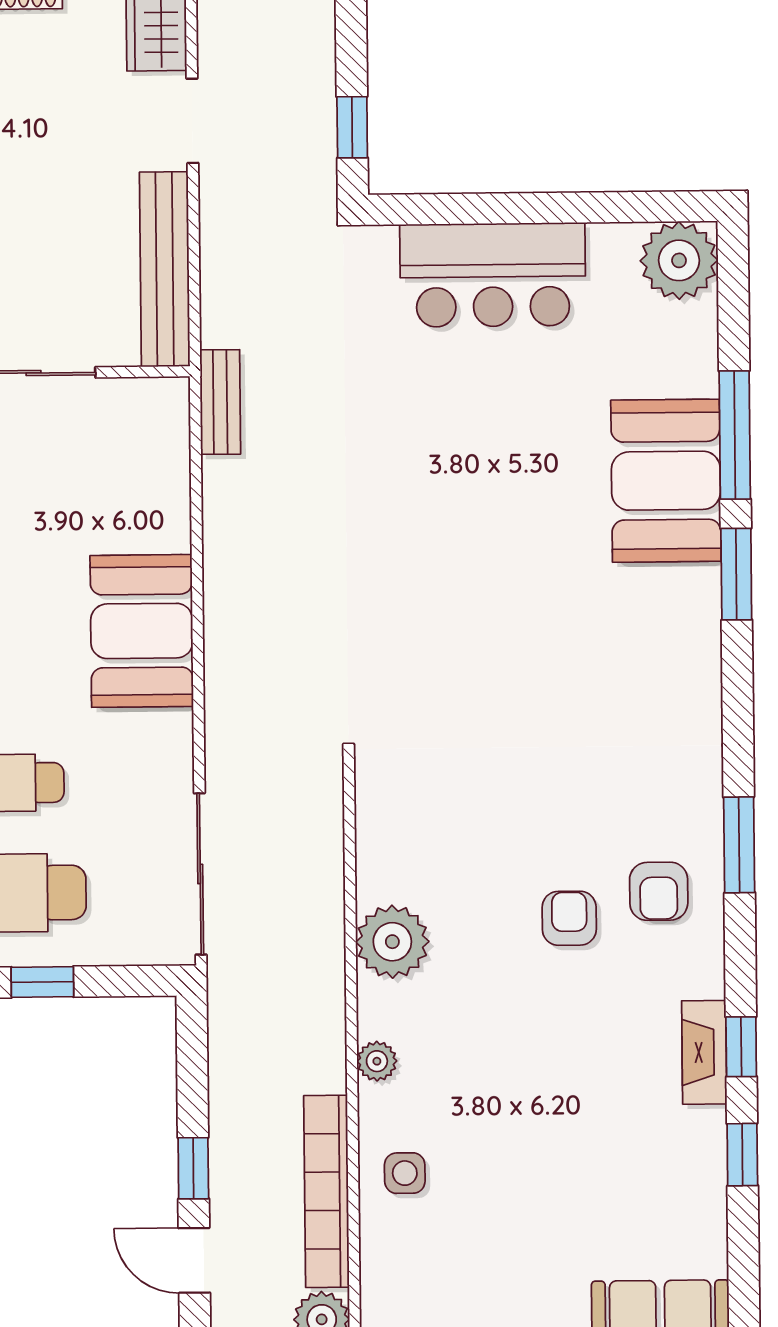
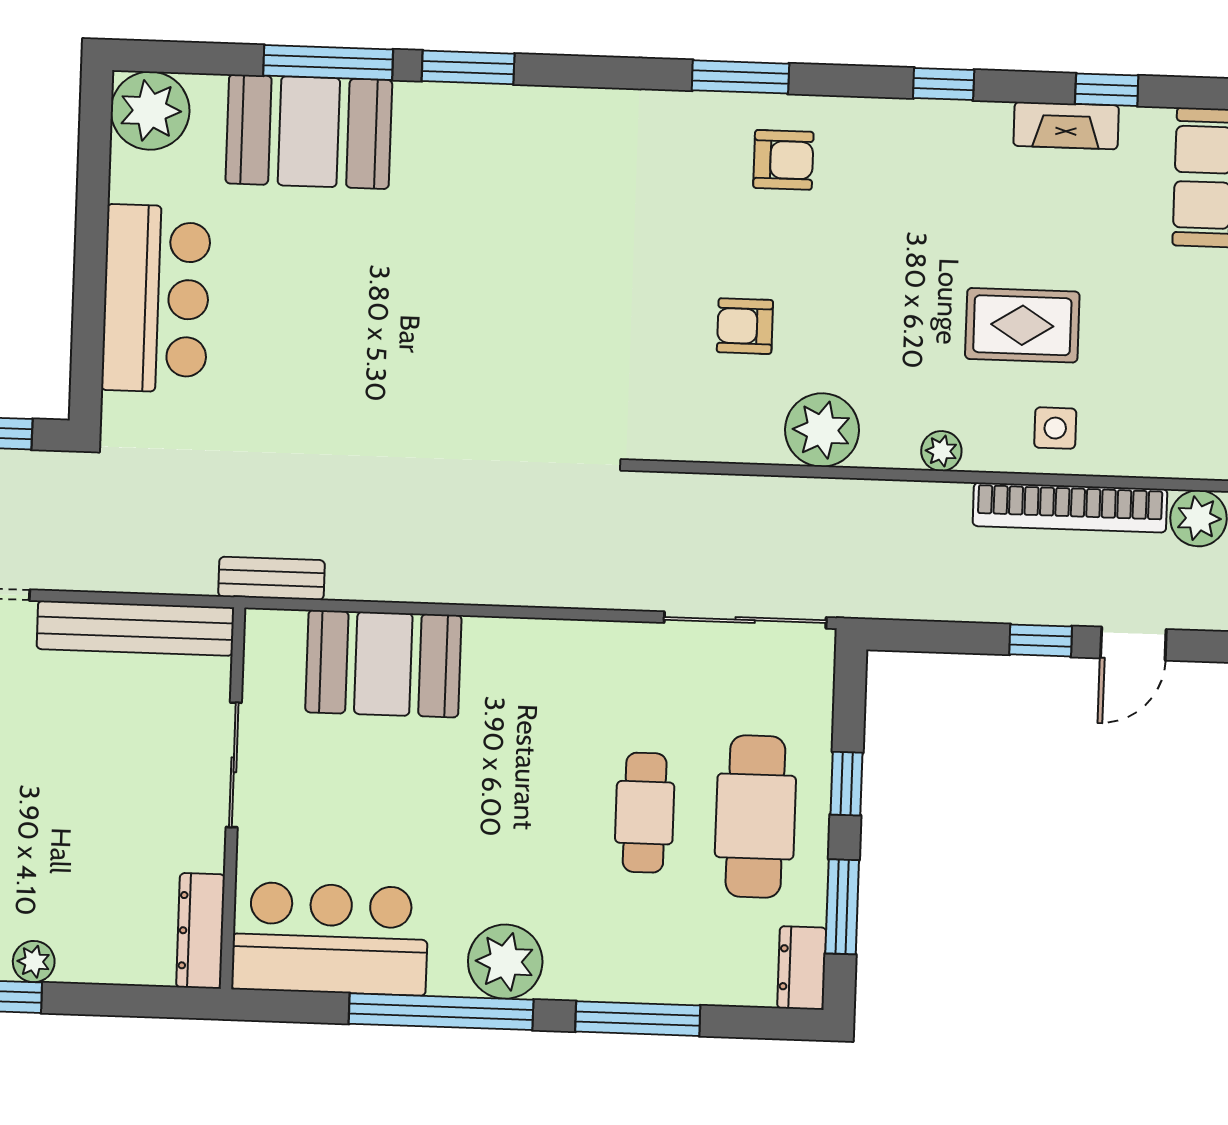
booth: (666, 481) -> (309, 132), moved
booth: (142, 631) -> (383, 664), moved
armchair: (569, 918) -> (745, 326), moved
fireplace: (704, 1052) -> (1066, 126), moved
rug: (505, 1136) -> (1022, 325), added
window: (742, 1155) -> (1107, 90), moved

